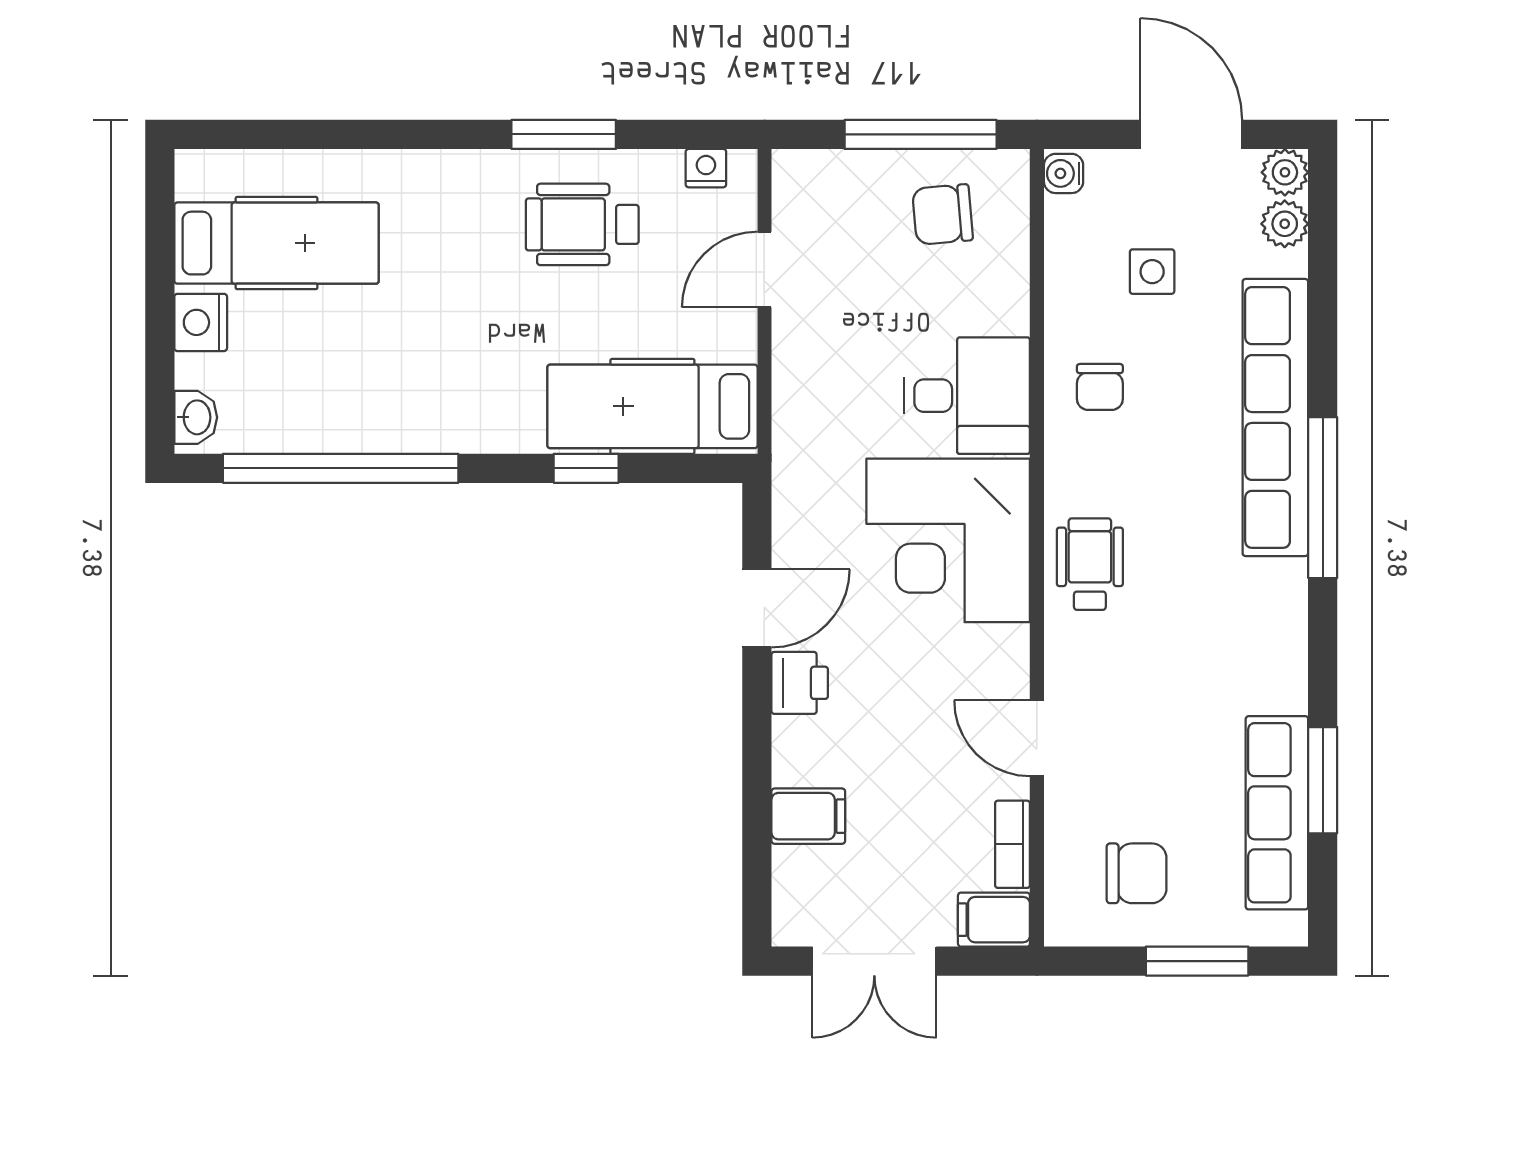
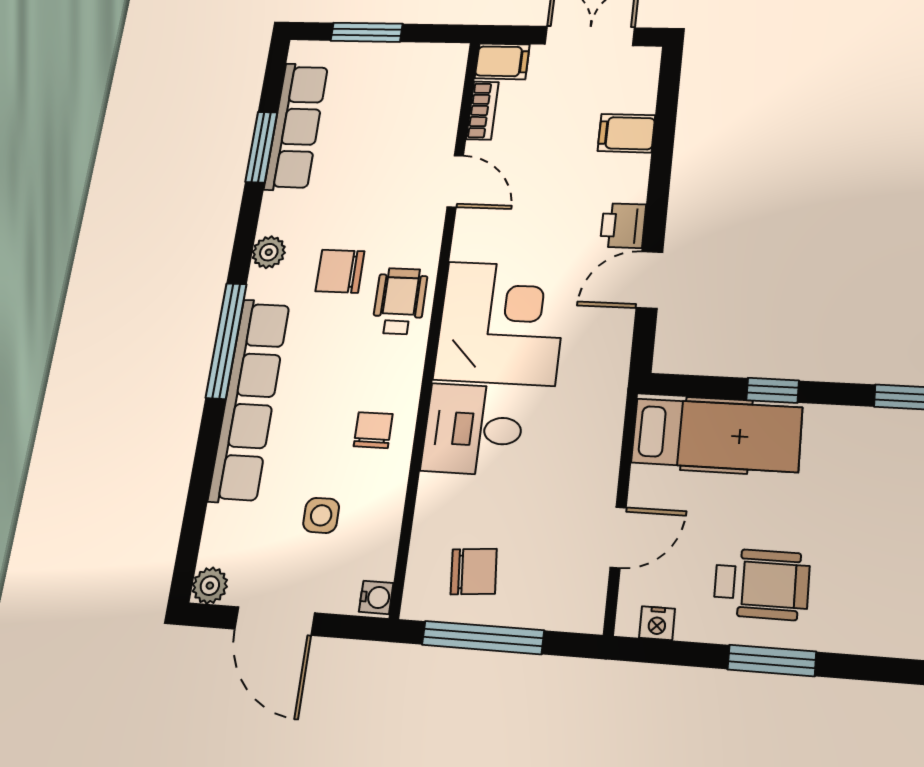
plant: (1285, 224) -> (269, 252), moved
wheelchair: (1090, 564) -> (400, 301), turned 180
chair: (1137, 873) -> (340, 271), moved

